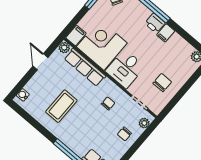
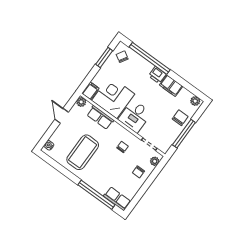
filing cabinet: (166, 33) -> (171, 86), width x2.00
row of seats: (85, 67) -> (100, 117), width x0.68
chair: (162, 83) -> (180, 118), moved
window: (181, 94) -> (184, 134), added
coffee table: (61, 106) -> (83, 152), width x1.36, depth x1.32

